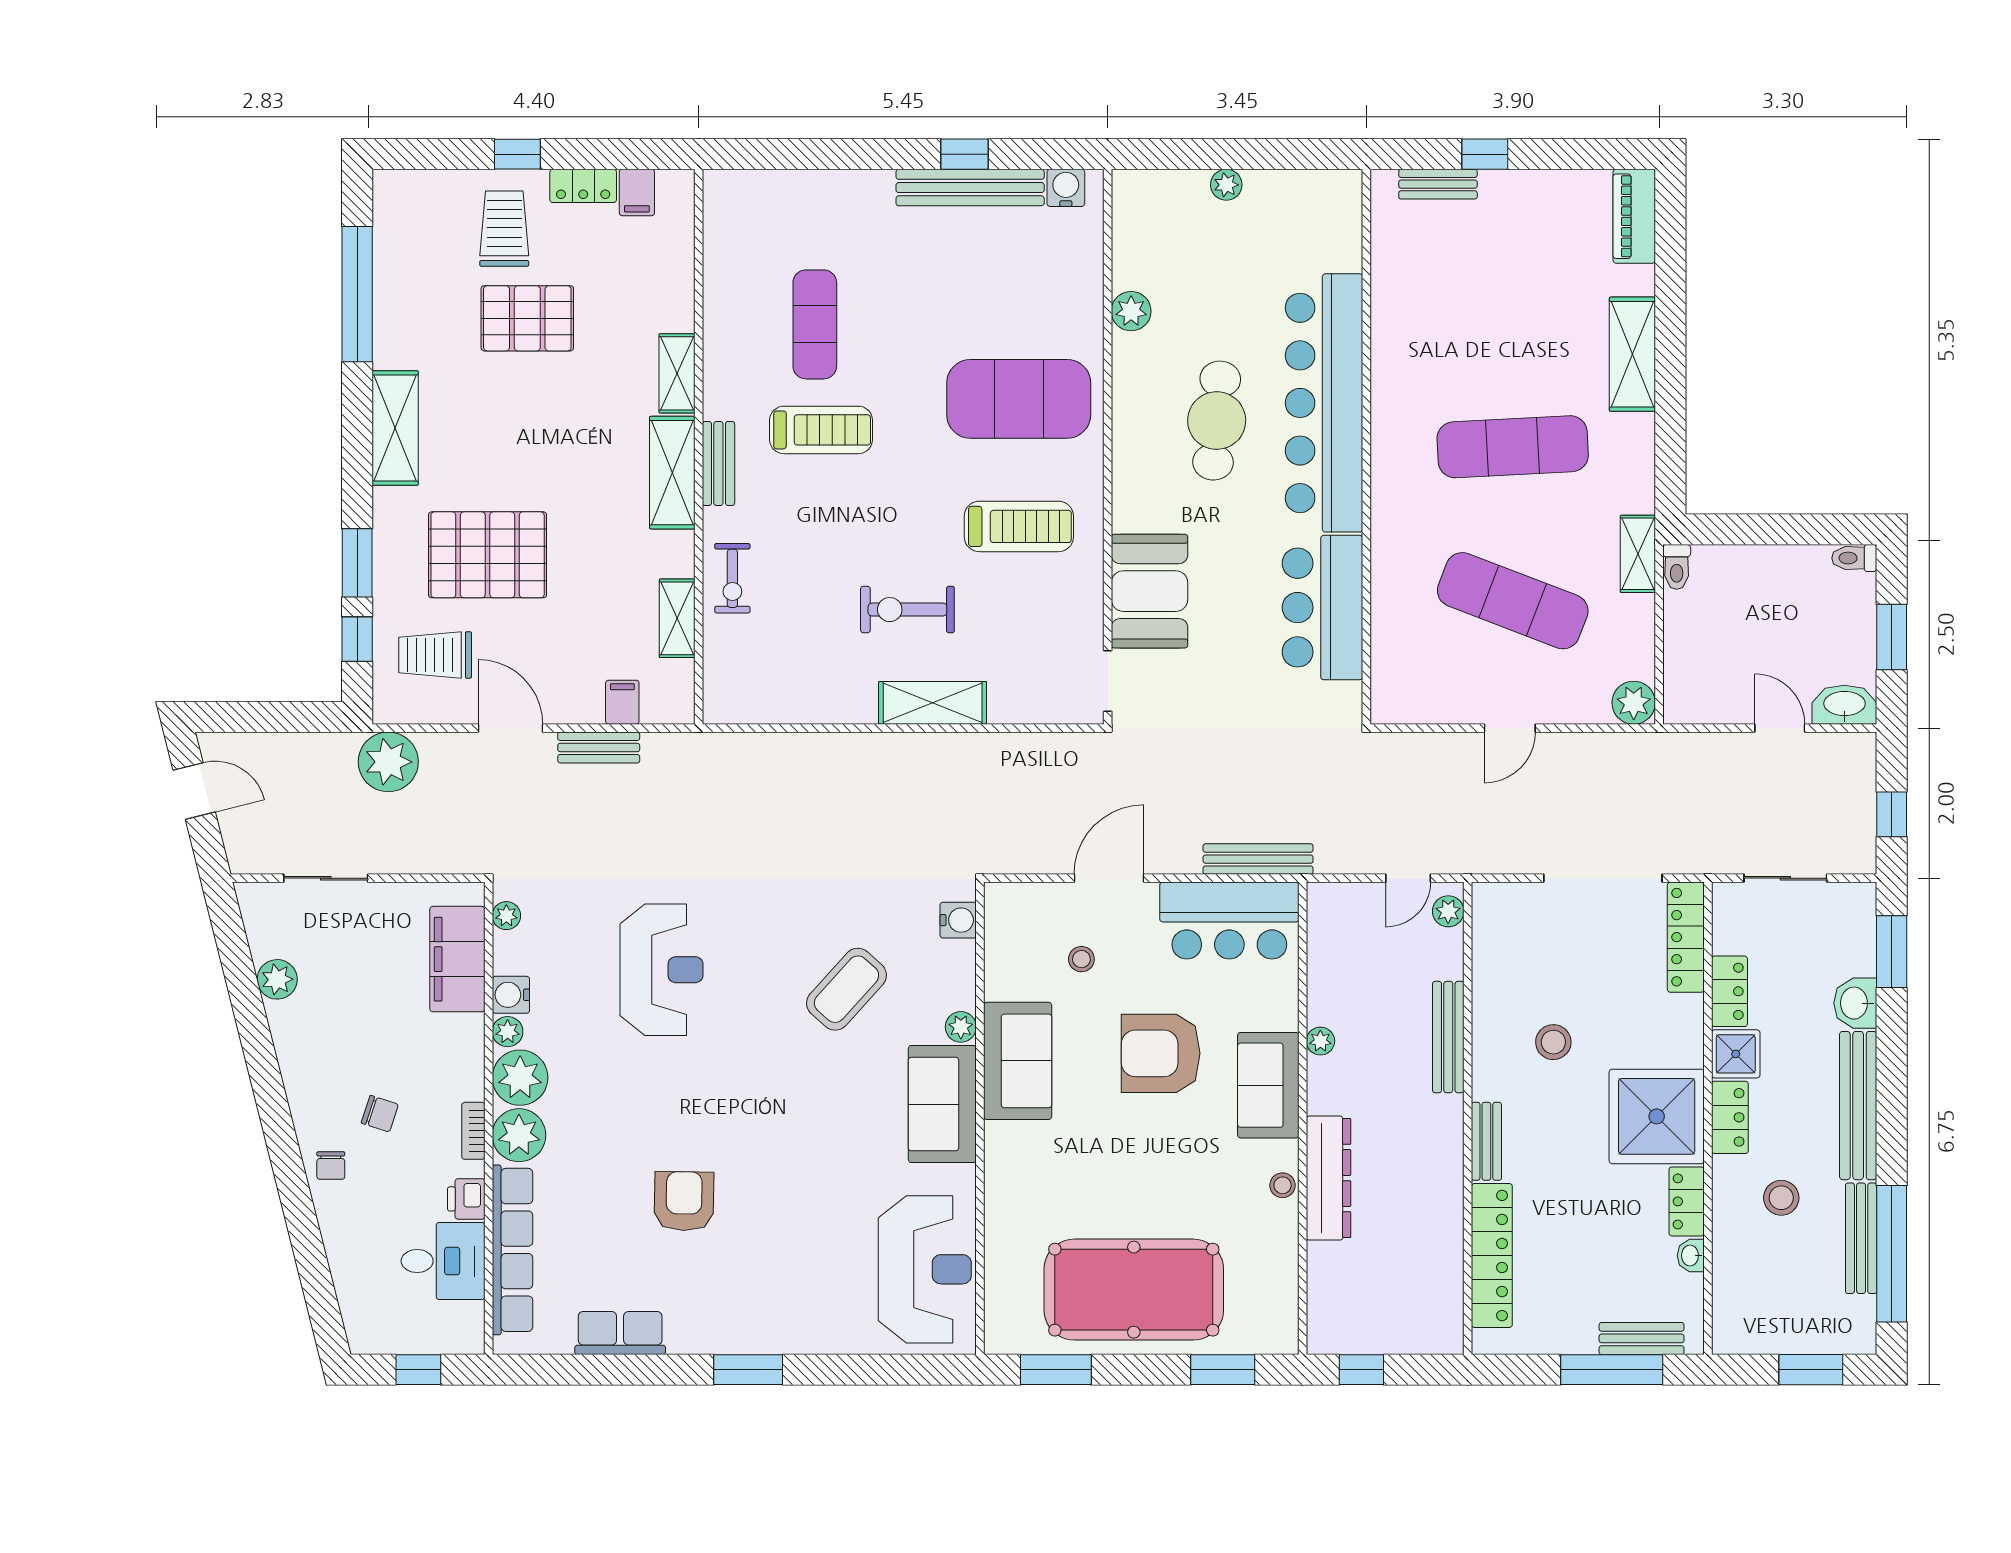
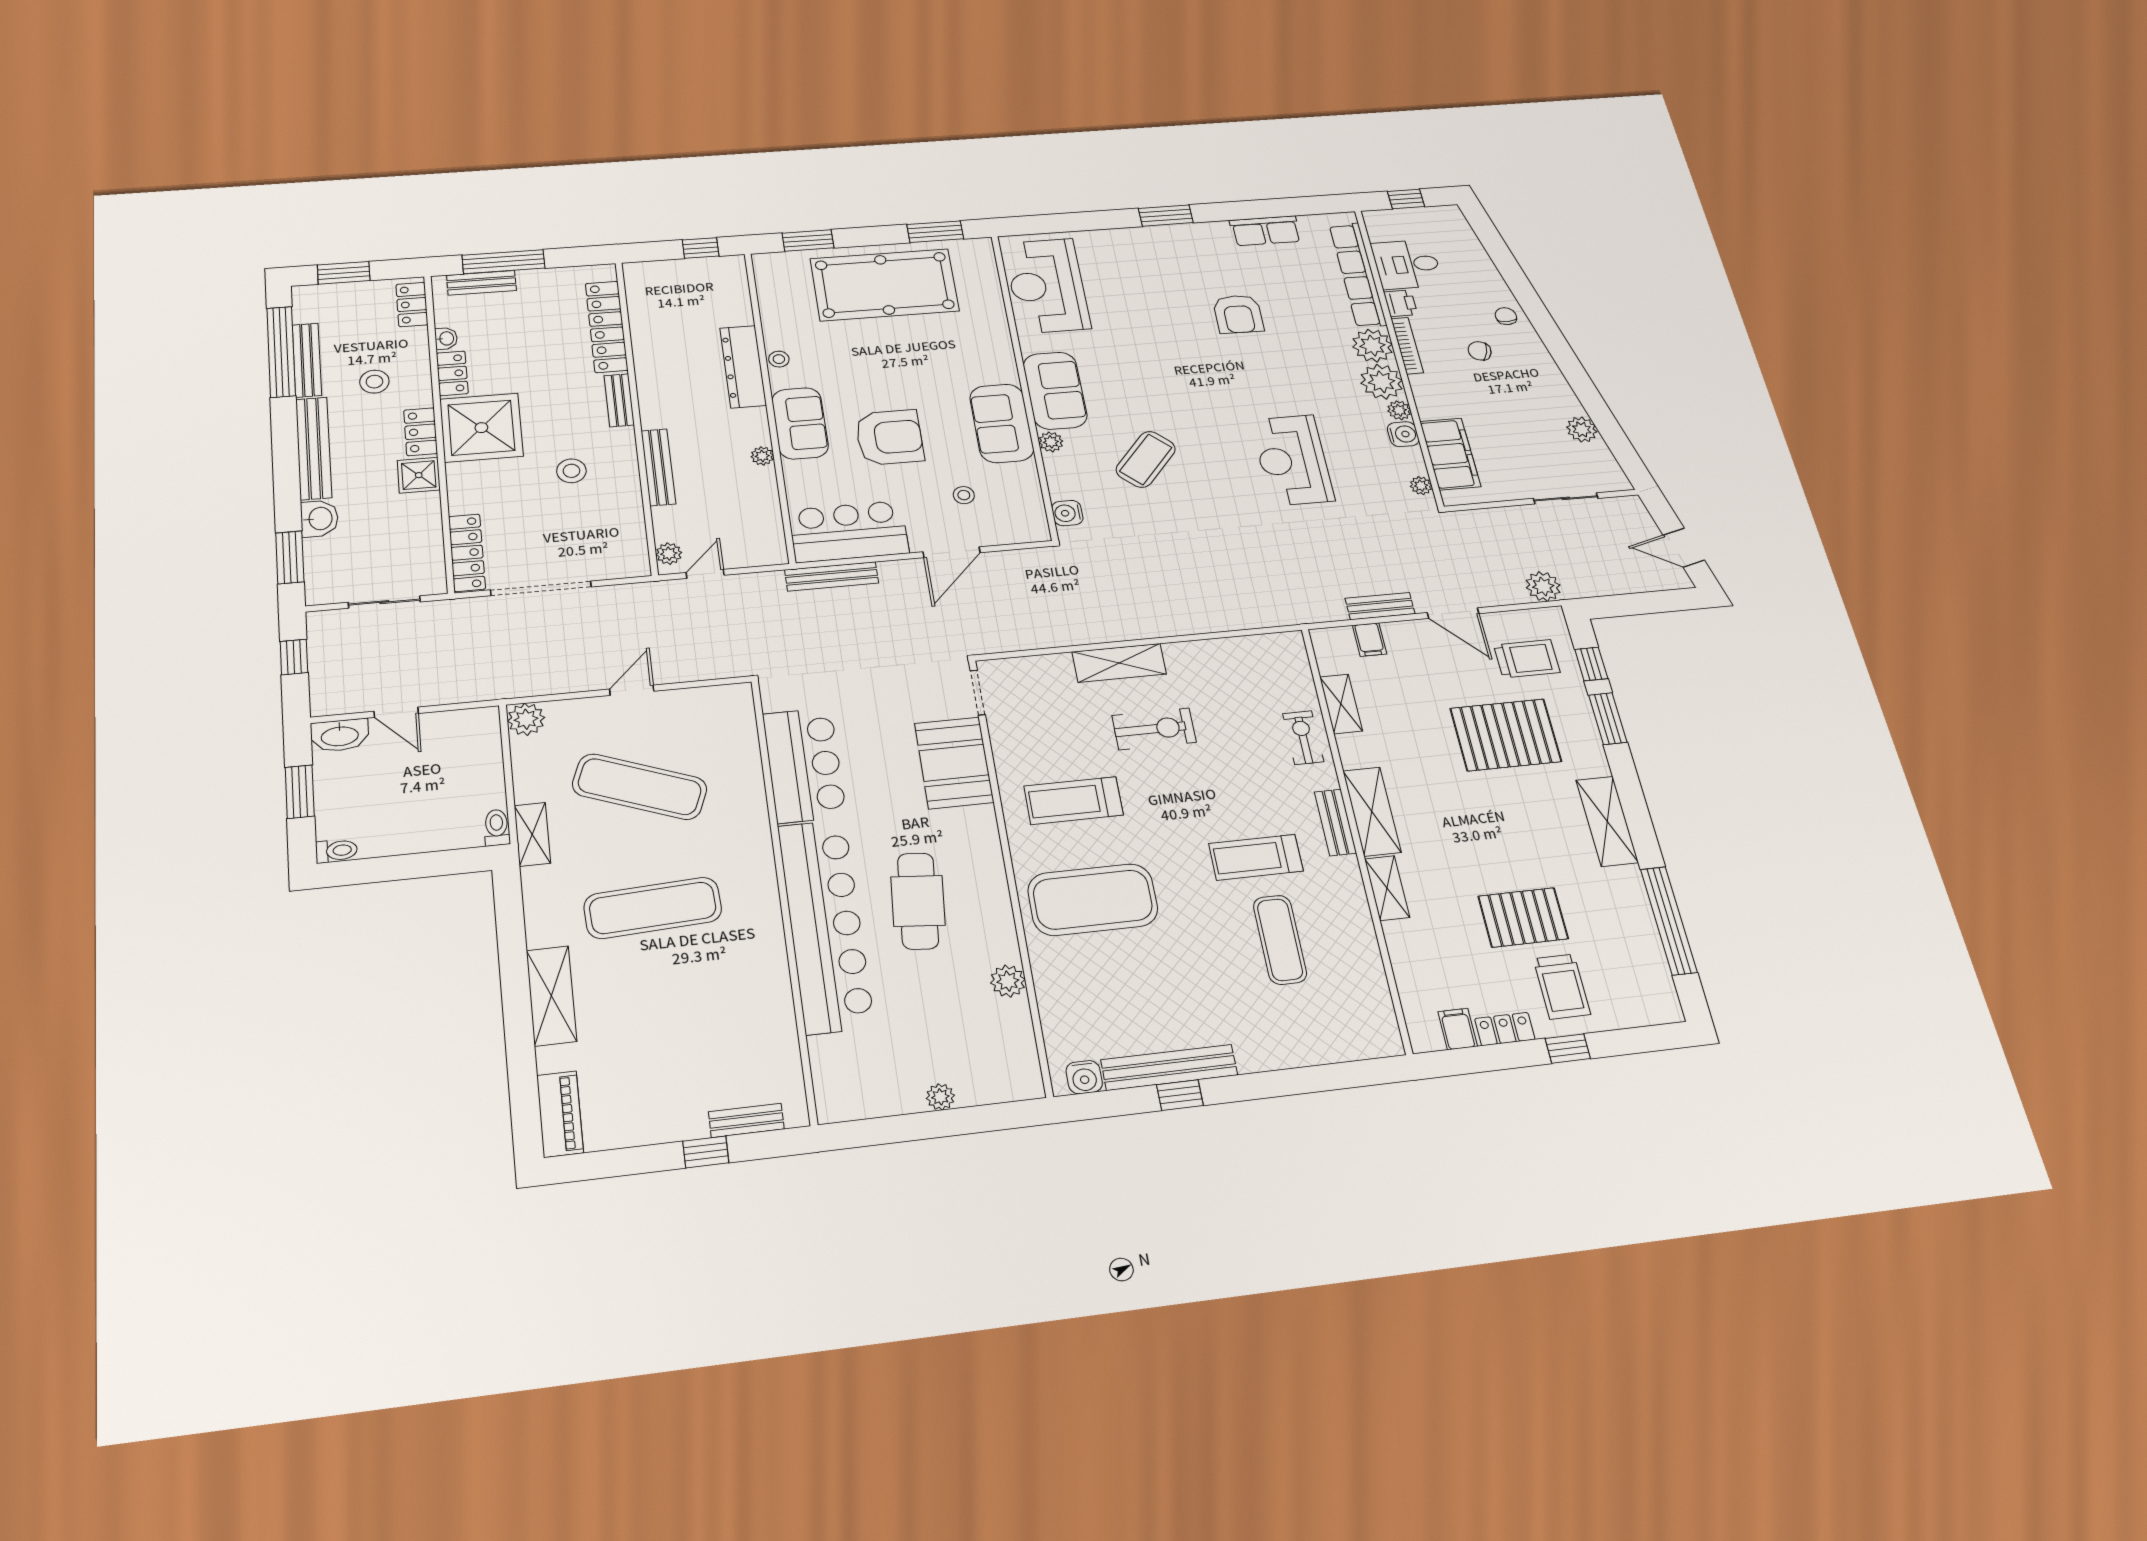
plant: (388, 762) -> (1543, 586), width x0.73, depth x0.73
locker: (1729, 991) -> (412, 305), moved
bookcase: (473, 1131) -> (1407, 346), width x1.56

